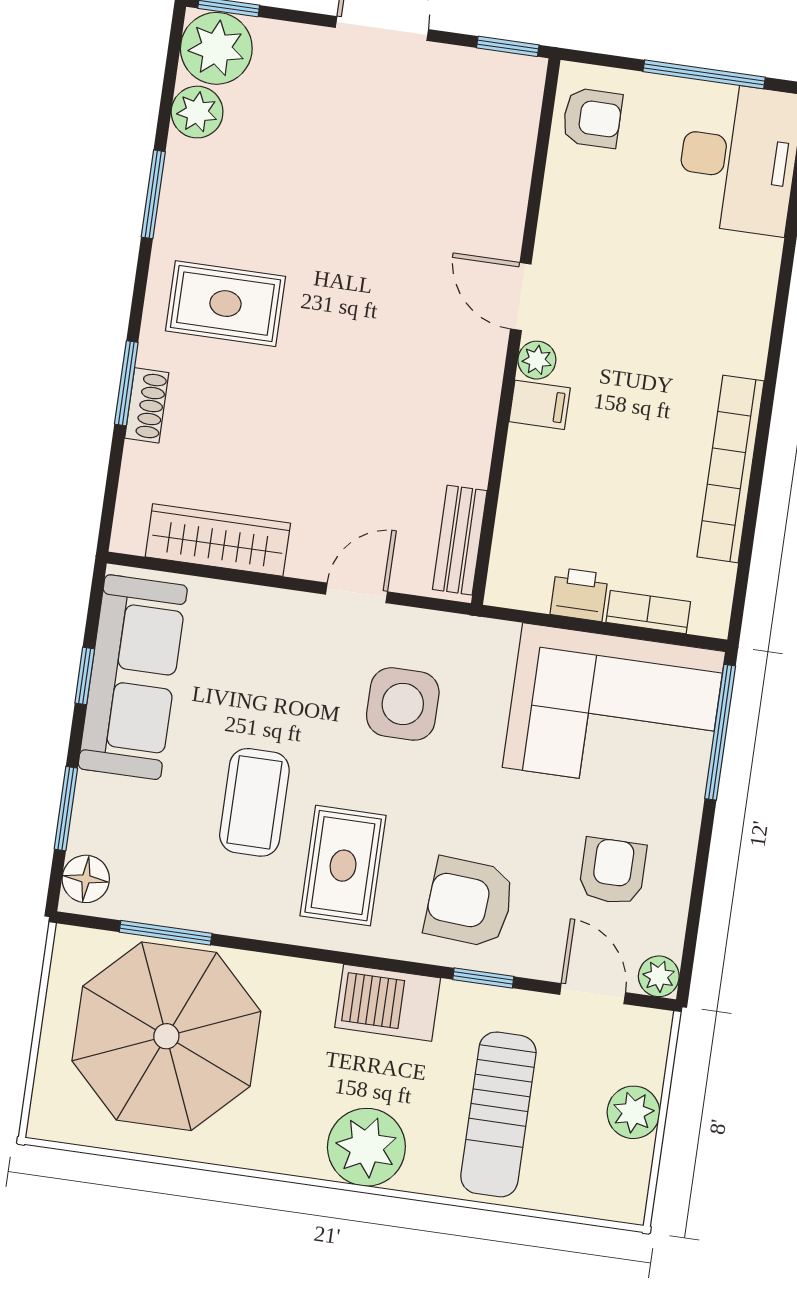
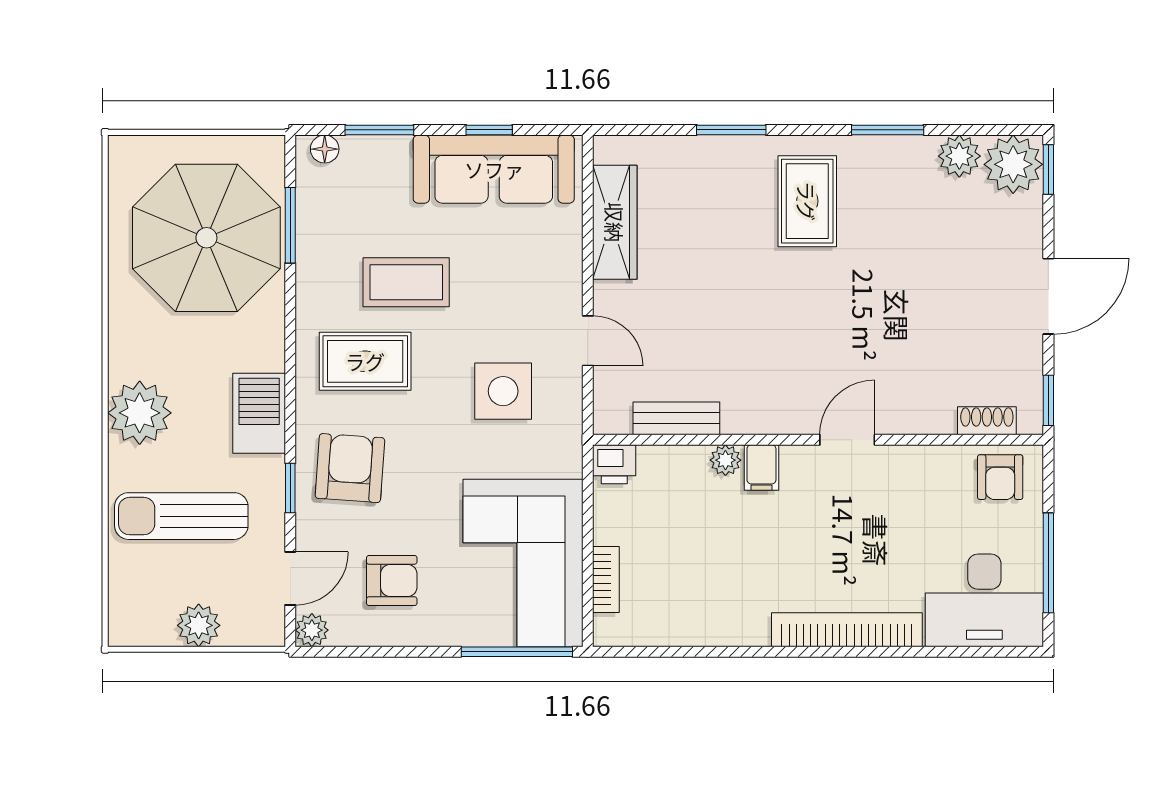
plant: (537, 360) -> (725, 460), moved
shoe rack: (147, 405) -> (987, 421), moved, turned 180
bookcase: (730, 469) -> (847, 630), moved
bench: (460, 540) -> (676, 418), moved
printer: (579, 594) -> (614, 464), moved, turned 90
floor lamp: (86, 879) -> (325, 149), width x0.73, depth x0.73

